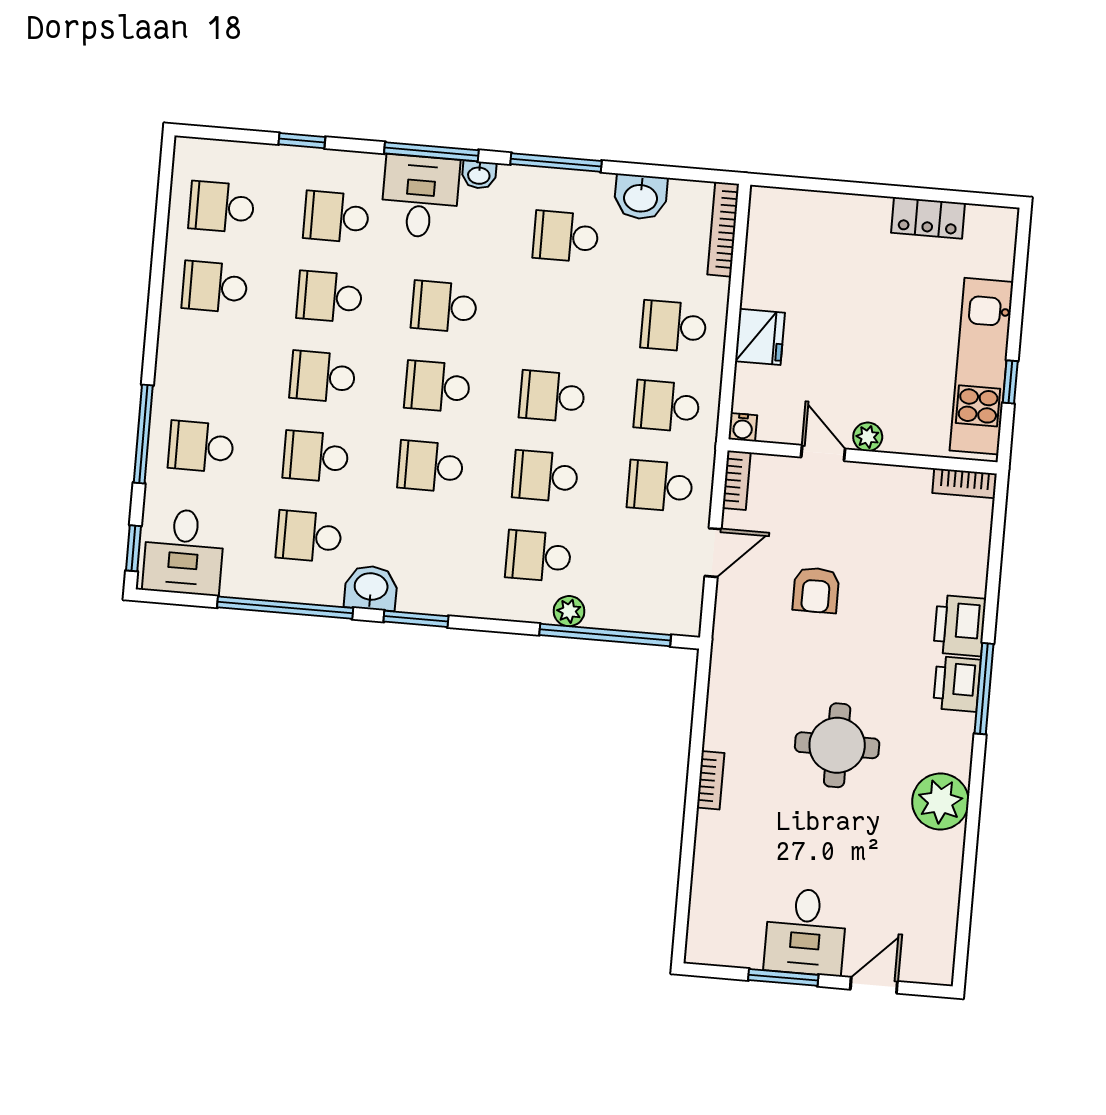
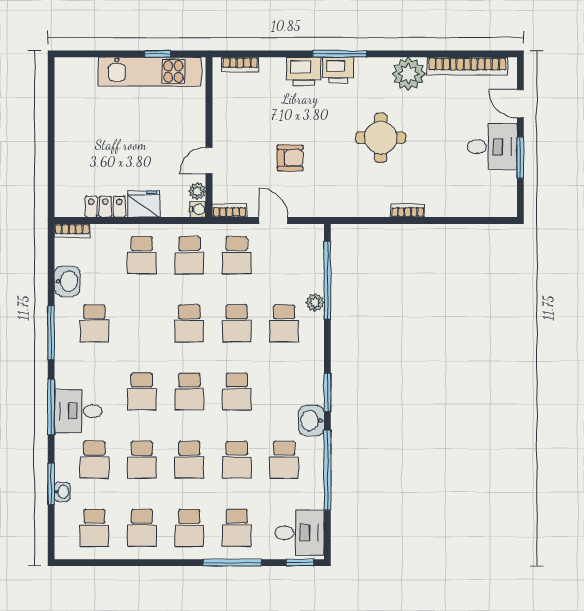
window: (302, 141) -> (51, 484), width x1.50
washbasin: (479, 175) -> (62, 492), moved
locker: (928, 218) -> (105, 207), moved, turned -90
bookcase: (723, 229) -> (72, 231), width x0.64
school desk: (208, 367) -> (189, 528), added
plant: (868, 437) -> (197, 191), moved
bookcase: (965, 483) -> (240, 65), moved, turned 90
bookcase: (945, 901) -> (467, 66), added

